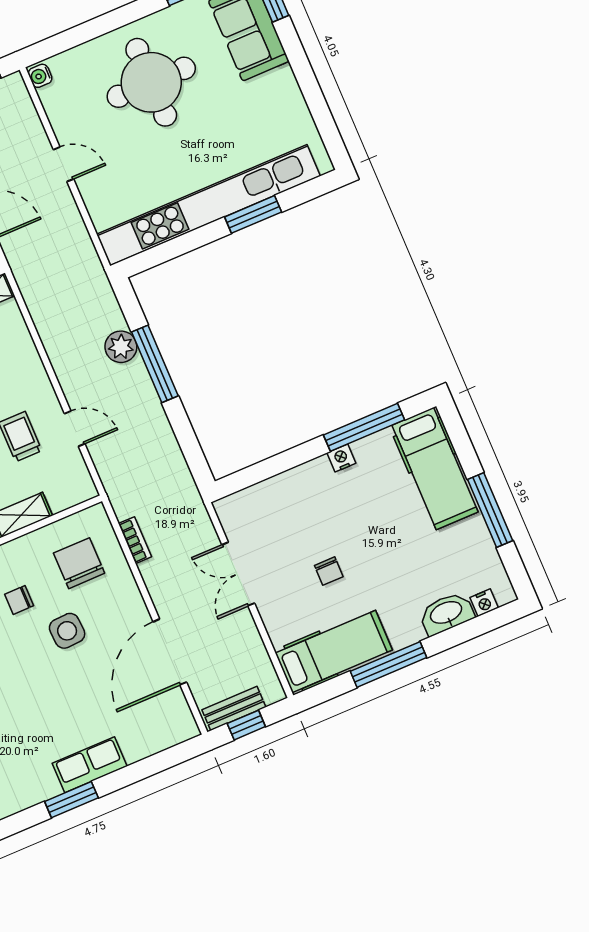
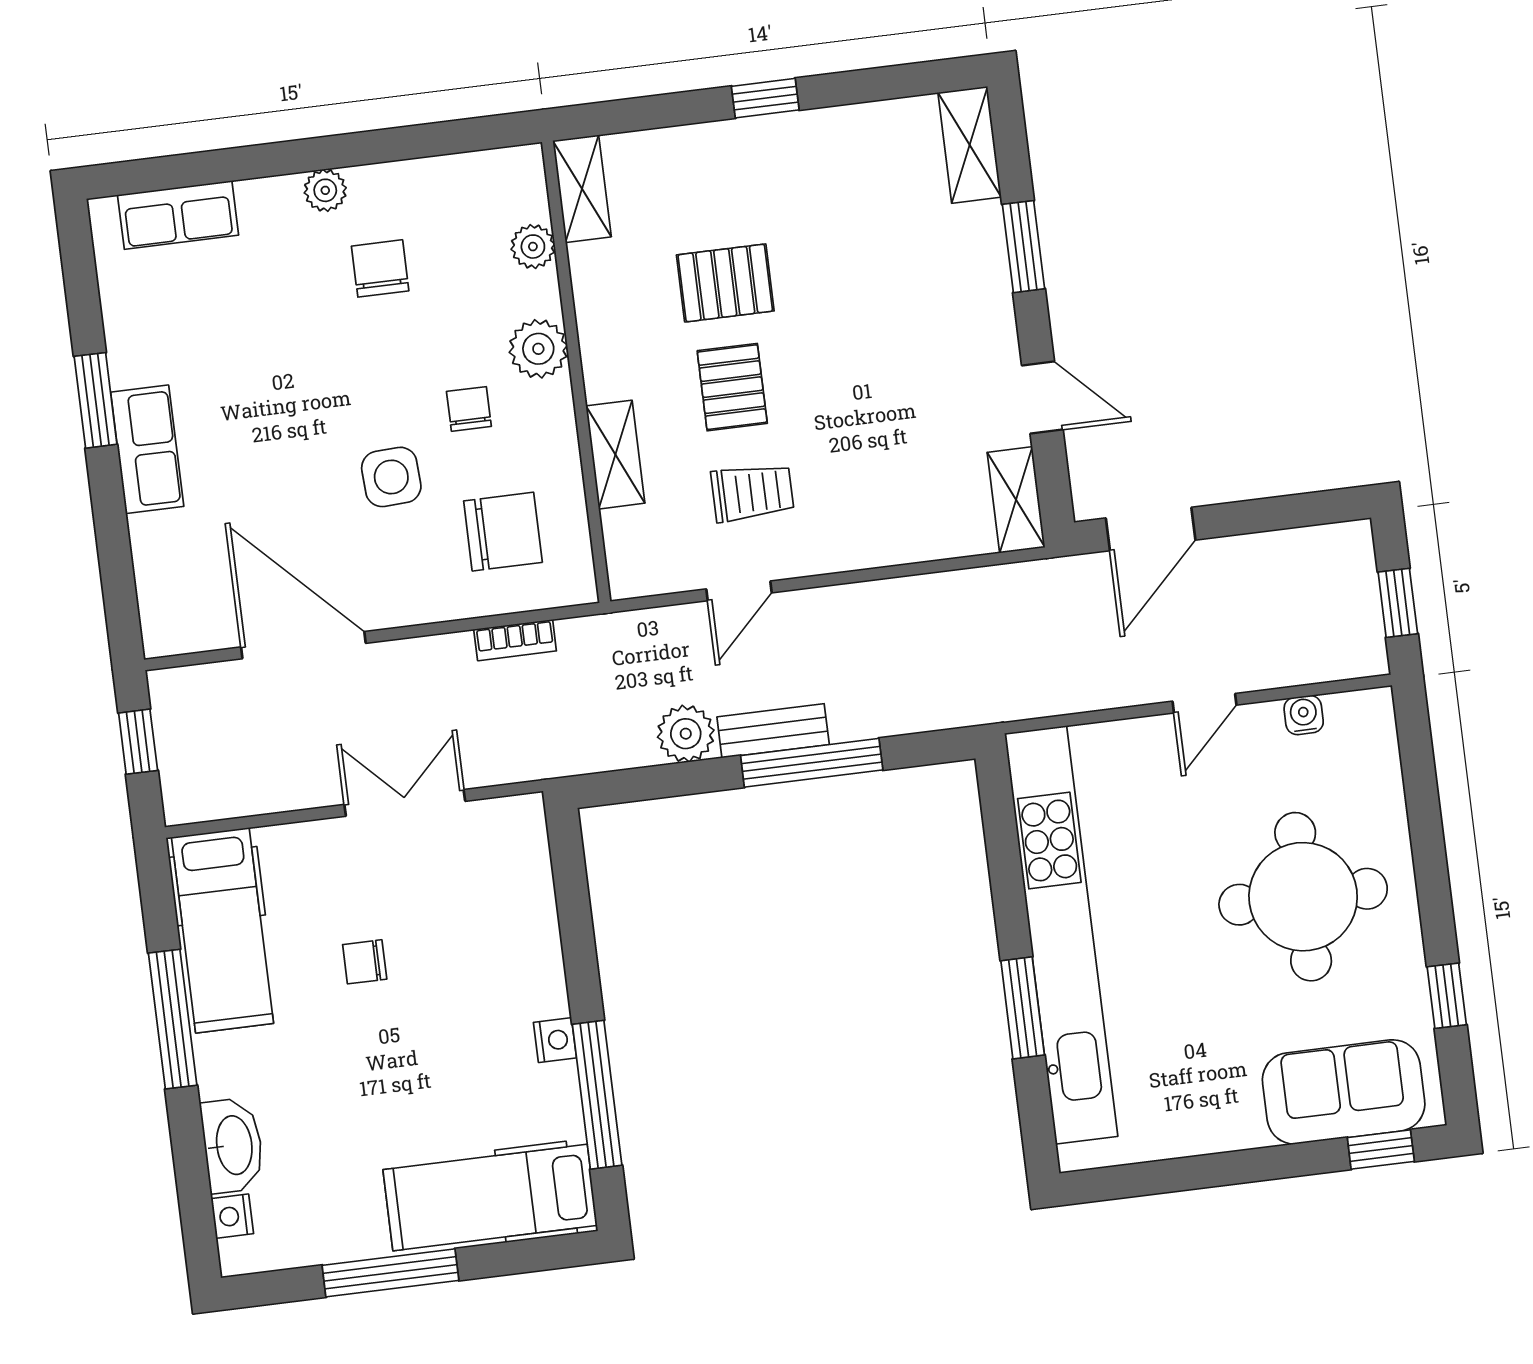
water cooler: (40, 76) -> (1304, 715), moved
plant: (121, 347) -> (686, 734), moved
bench: (234, 708) -> (773, 731), moved, turned 90

